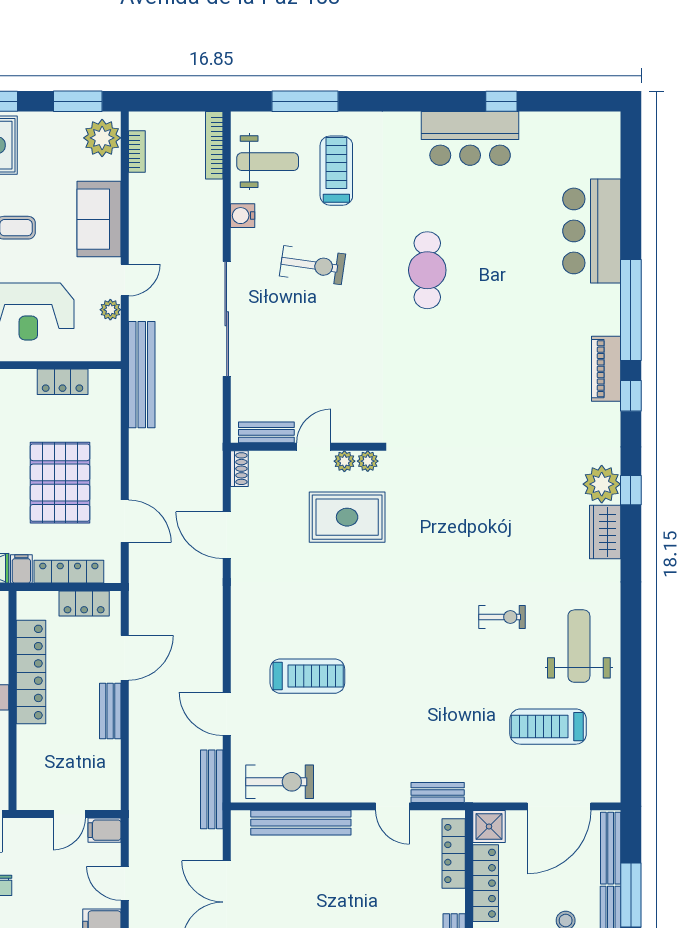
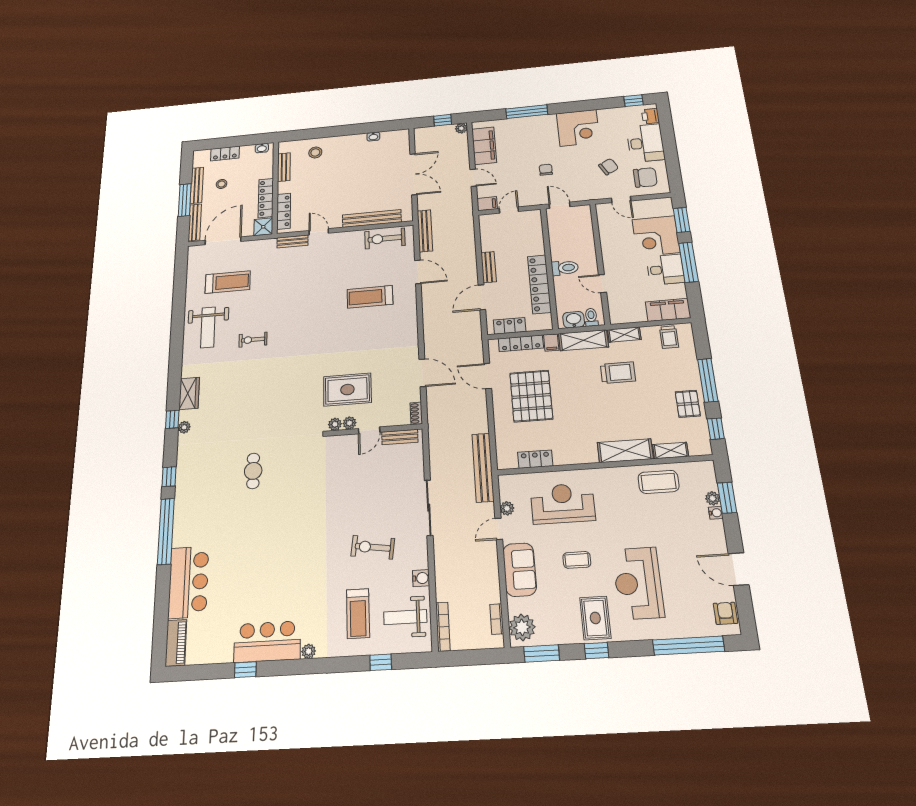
window: (305, 101) -> (381, 662), width x0.46
plant: (409, 122) -> (309, 651), added
cafe table: (427, 270) -> (253, 471), moved, width x0.73, depth x0.74
sliding door: (227, 319) -> (429, 508), width x0.73
piano: (606, 369) -> (176, 643), moved
plant: (602, 484) -> (184, 427), width x0.53, depth x0.53

